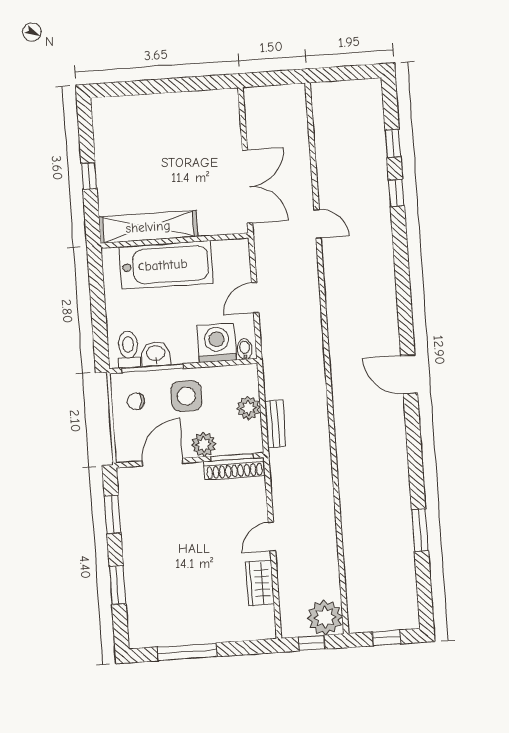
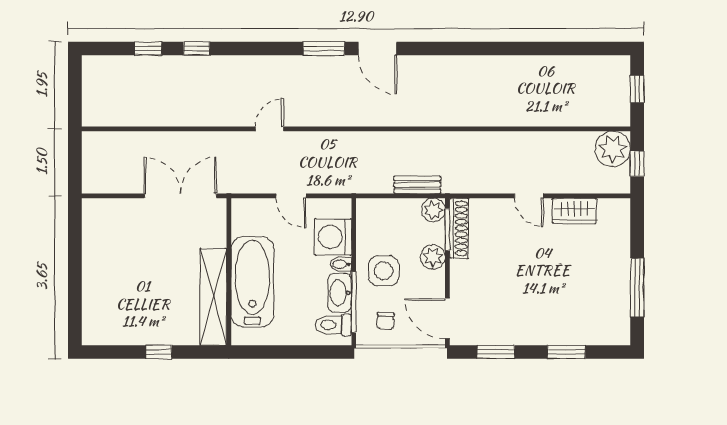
door: (318, 224) -> (269, 129), moved
bidet: (245, 349) -> (341, 264), moved
washbasin: (156, 354) -> (340, 293), width x1.38
door: (409, 374) -> (378, 49), hinge flipped
plant: (249, 408) -> (433, 210), moved
door: (163, 462) -> (447, 319), moved
window: (420, 530) -> (324, 49), moved

